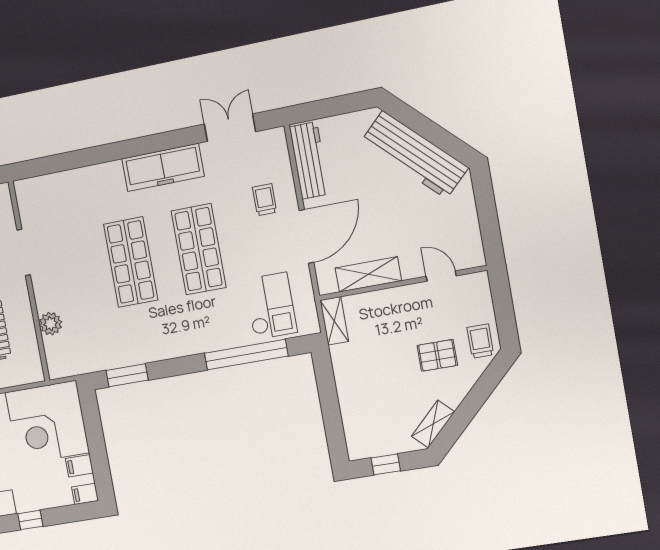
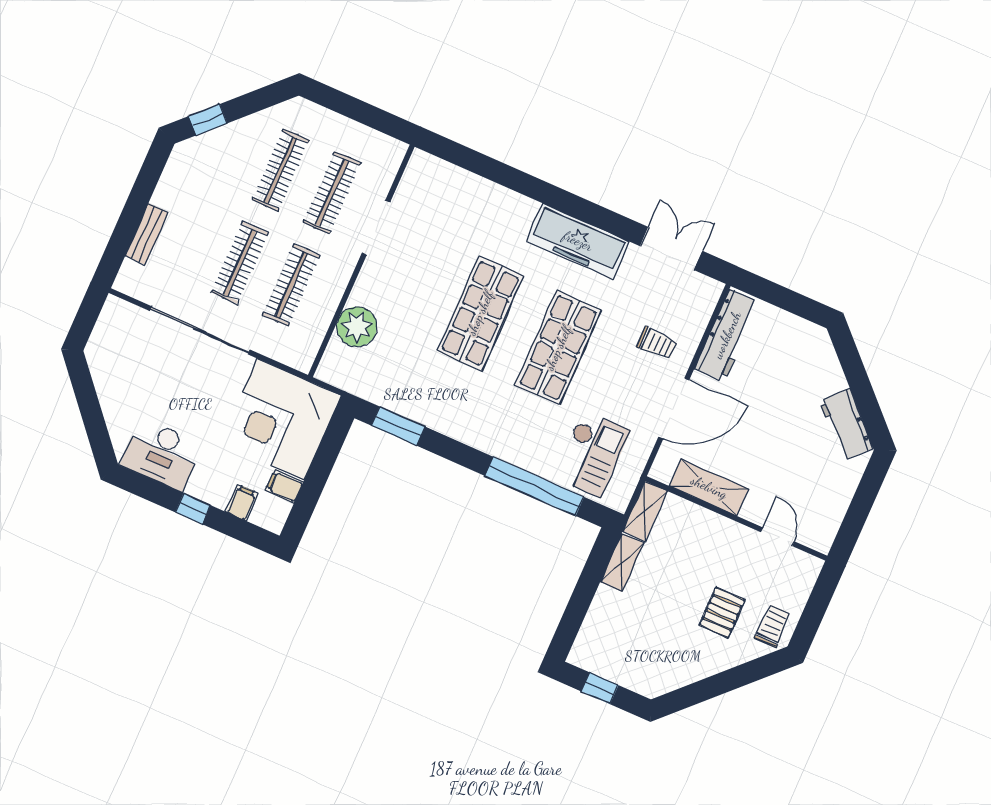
workbench: (414, 155) -> (846, 425), width x0.53, depth x0.76
trolley: (265, 200) -> (657, 344), turned 90
plant: (50, 324) -> (357, 327), width x1.36, depth x1.36
pallet: (437, 355) -> (722, 612), turned 90
shelving: (433, 424) -> (622, 563), moved, turned -45
filing cabinet: (85, 494) -> (242, 503), moved, turned 90

